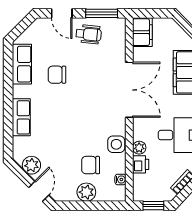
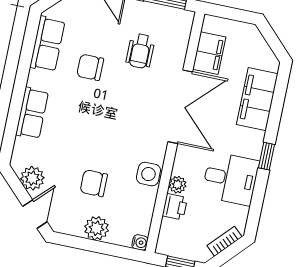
filing cabinet: (142, 32) -> (209, 53), moved
wheelchair: (89, 34) -> (140, 51), moved, turned 84
chair: (91, 165) -> (94, 183), moved
water cooler: (120, 180) -> (140, 242), moved

